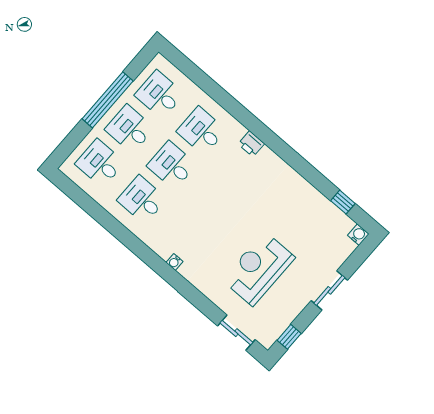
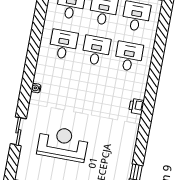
printer: (251, 144) -> (136, 106), moved
sliding door: (236, 333) -> (18, 131), moved

